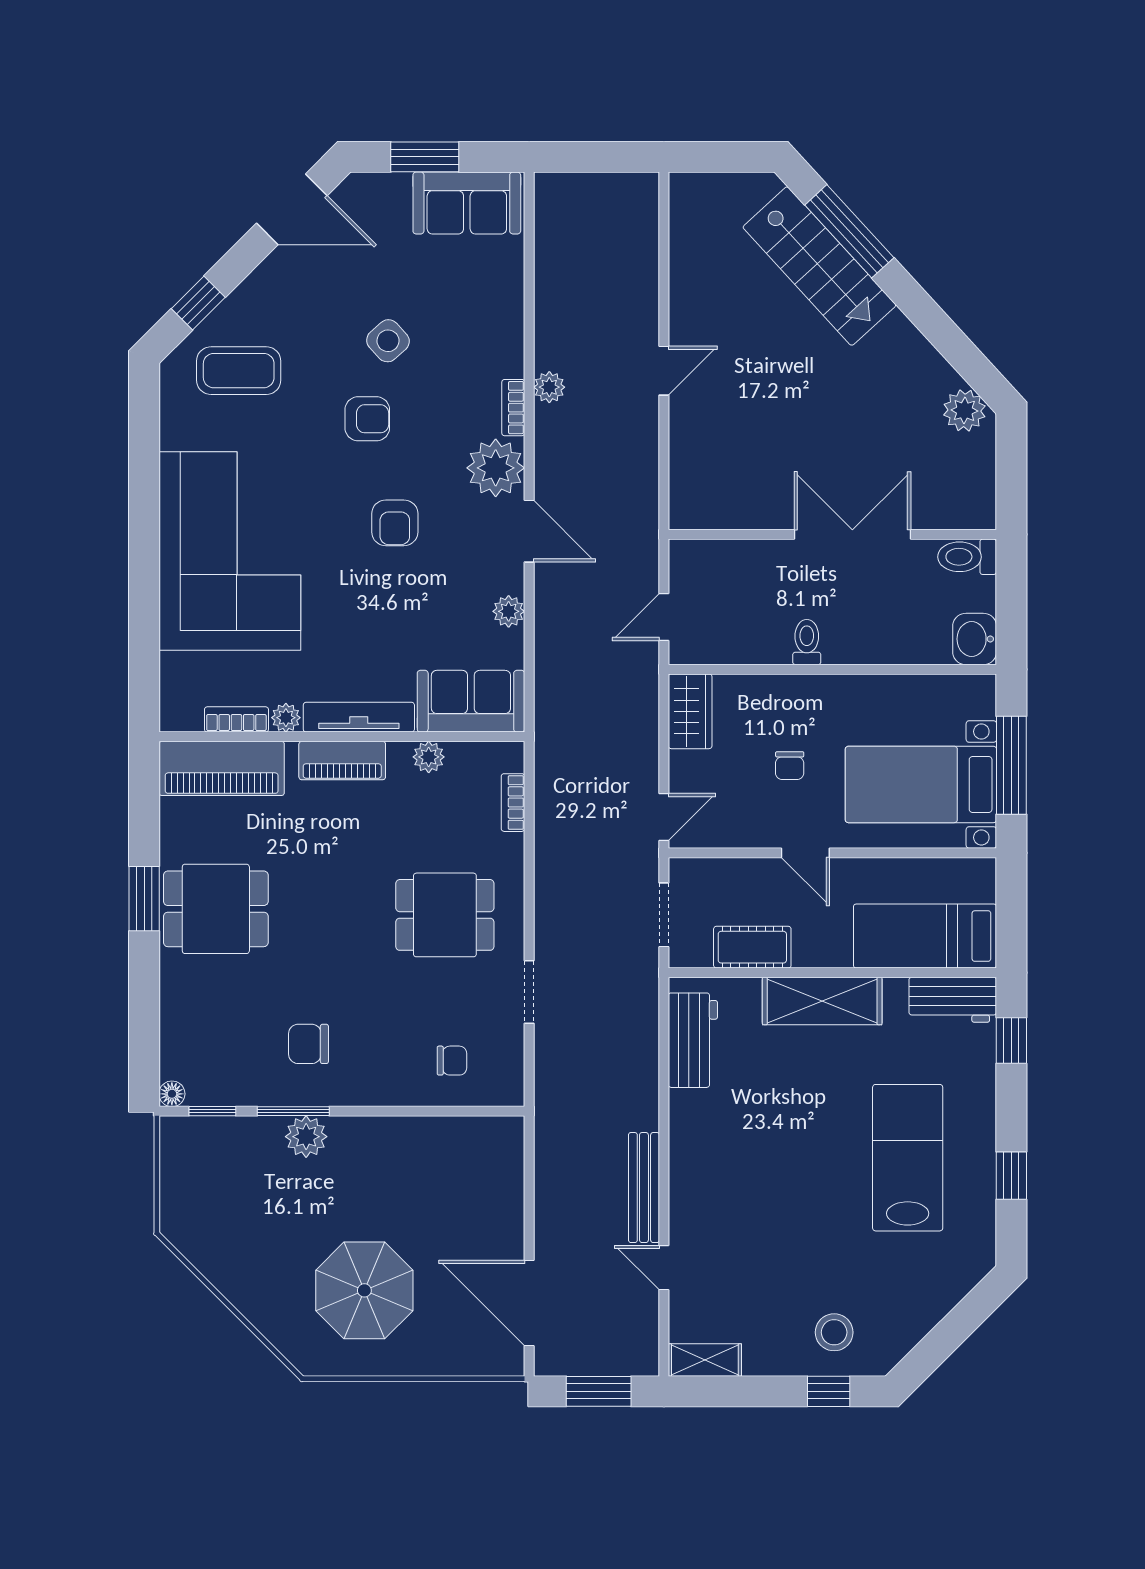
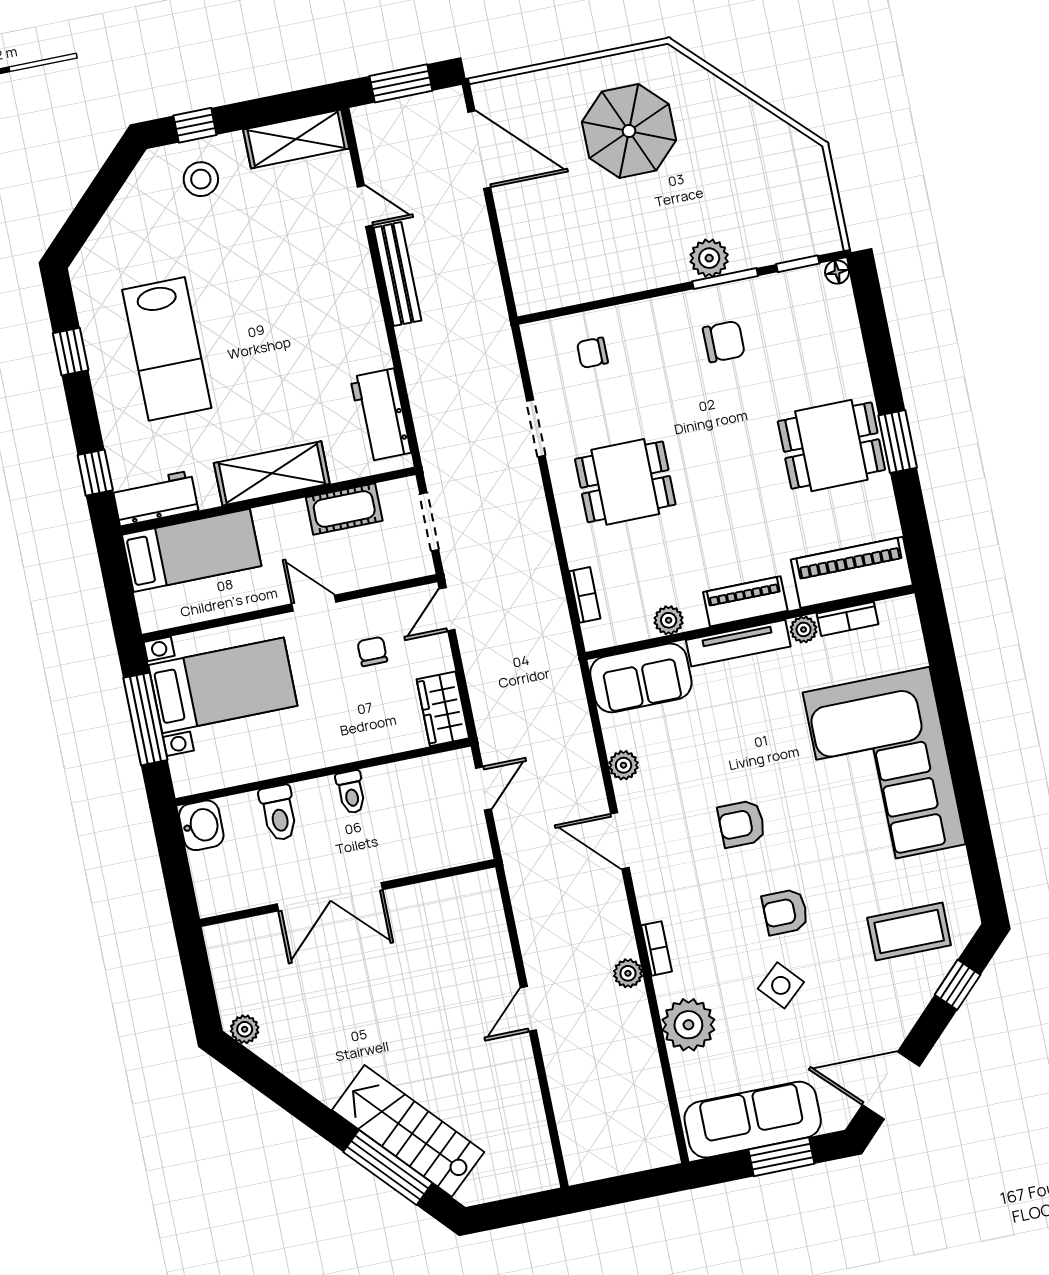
sofa: (467, 203) -> (753, 1120), width x1.36
plant: (964, 410) -> (245, 1029), width x0.73, depth x0.73
plant: (496, 468) -> (688, 1025), moved
armchair: (395, 523) -> (742, 824), turned -90
toilet: (967, 557) -> (279, 813), moved, turned 90
chair: (790, 766) -> (372, 651), moved
shelving: (705, 1360) -> (296, 139), width x1.50, depth x1.33

